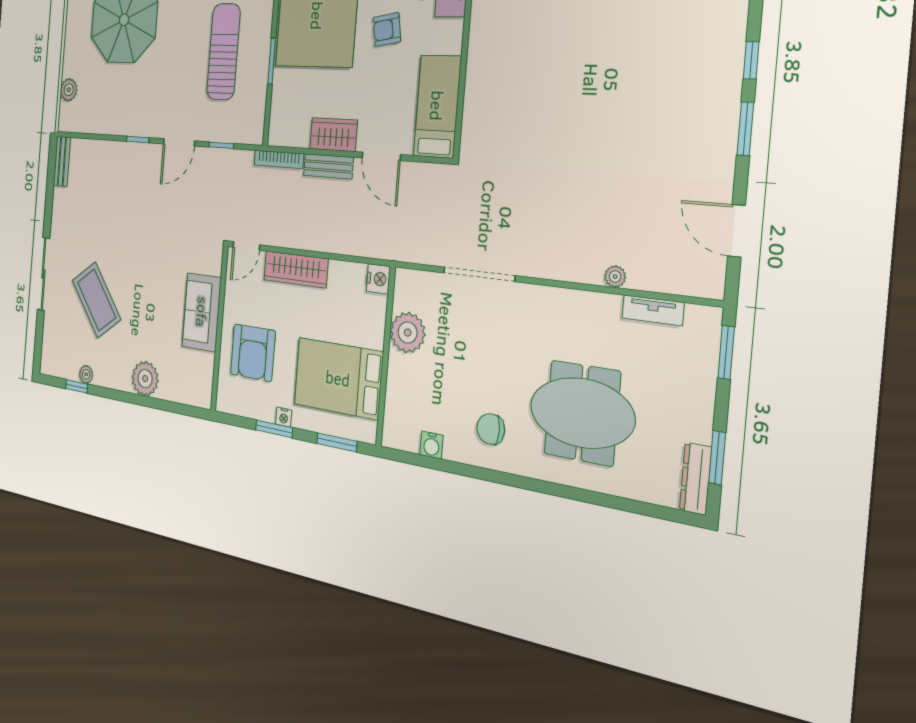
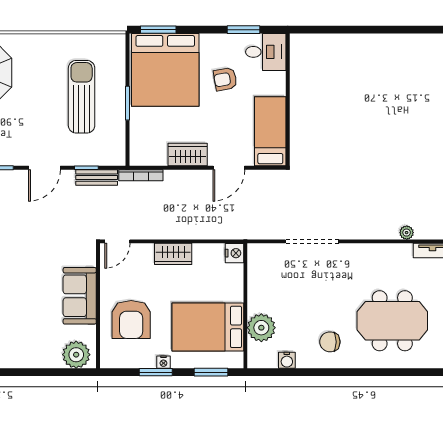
door: (381, 156) -> (229, 168), hinge flipped
bench: (328, 166) -> (97, 178), moved
wardrobe: (296, 269) -> (173, 254), width x0.67
plant: (408, 333) -> (261, 328), moved
plant: (145, 379) -> (76, 355), moved

